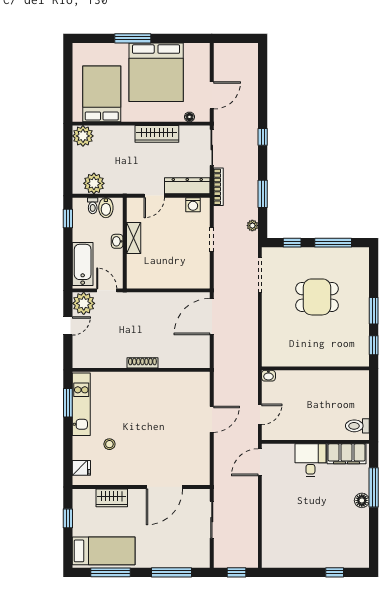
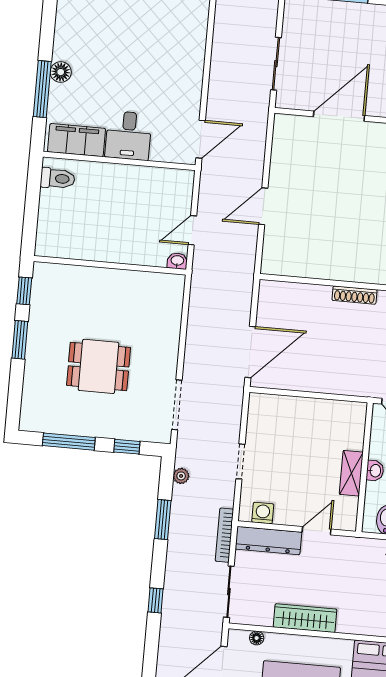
door: (260, 414) -> (192, 230), moved

